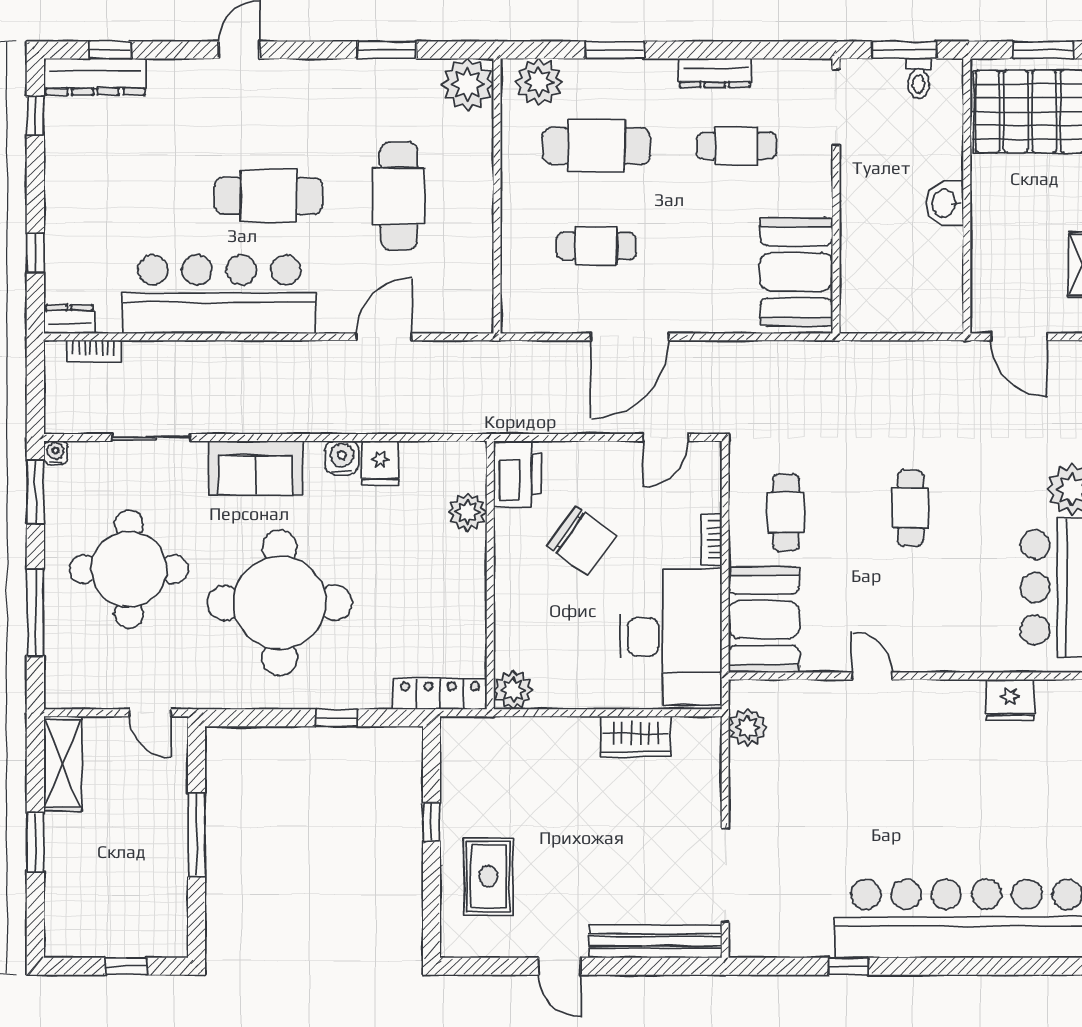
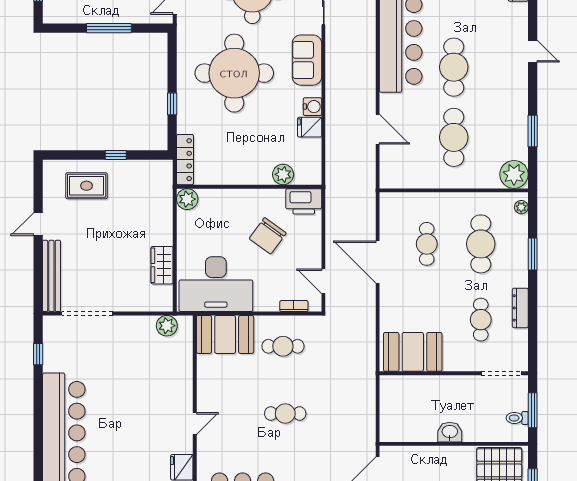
plant: (539, 82) -> (521, 207), width x0.53, depth x0.53
cafe table: (399, 196) -> (454, 137), turned 90
bookcase: (711, 540) -> (294, 306), moved
door: (872, 676) -> (195, 423), moved
window: (848, 966) -> (38, 354), moved

